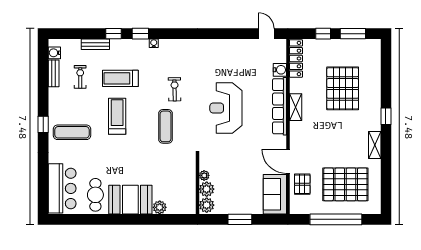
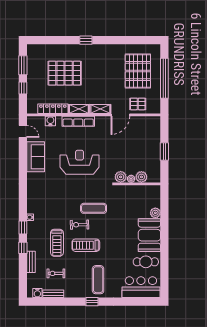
door: (266, 34) -> (23, 131), swing flipped
locker: (296, 58) -> (53, 109), moved
exercise bike: (175, 89) -> (80, 225), moved
row of seats: (280, 106) -> (78, 121), width x0.73
reception desk: (226, 108) -> (80, 162), turned 180
shelving: (375, 145) -> (100, 109), moved
sofa: (275, 194) -> (36, 157), moved, turned -90
plant: (207, 205) -> (121, 177), moved

